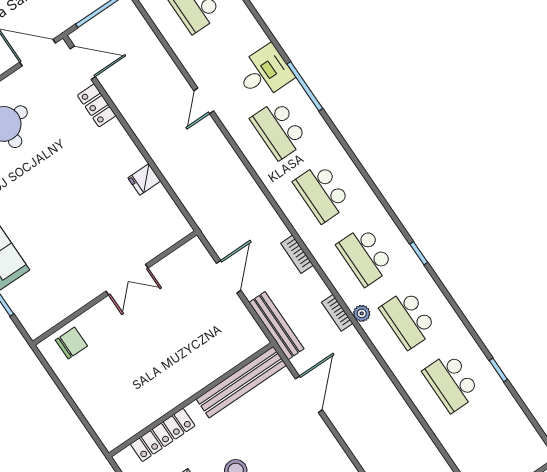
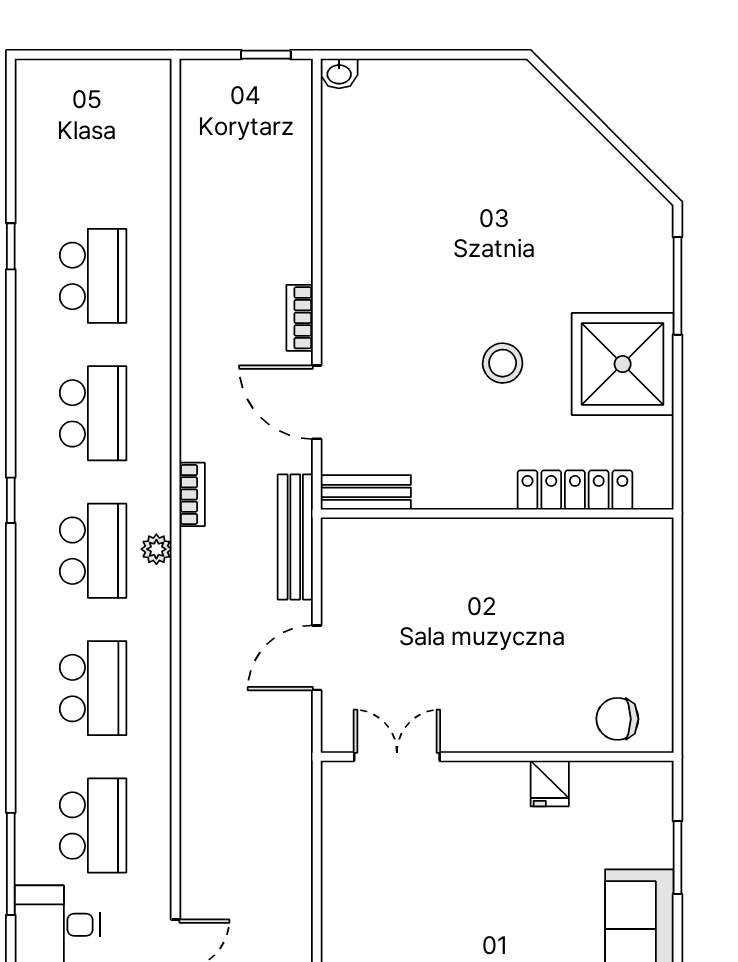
fridge: (144, 179) -> (550, 783), moved, turned 90
bookcase: (297, 254) -> (300, 318), moved, turned 180
double door: (127, 280) -> (397, 757), moved
plant: (362, 313) -> (156, 549), moved
bench: (241, 382) -> (366, 492), width x0.54, depth x0.82
door: (309, 394) -> (317, 402), hinge flipped

